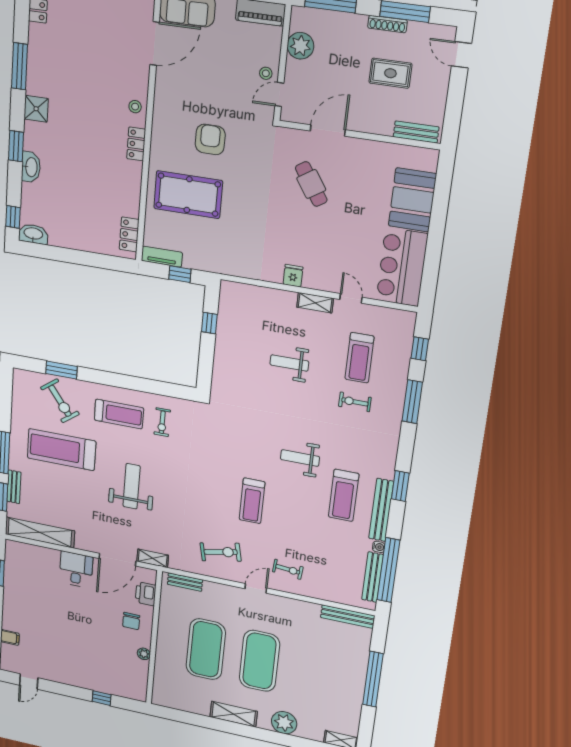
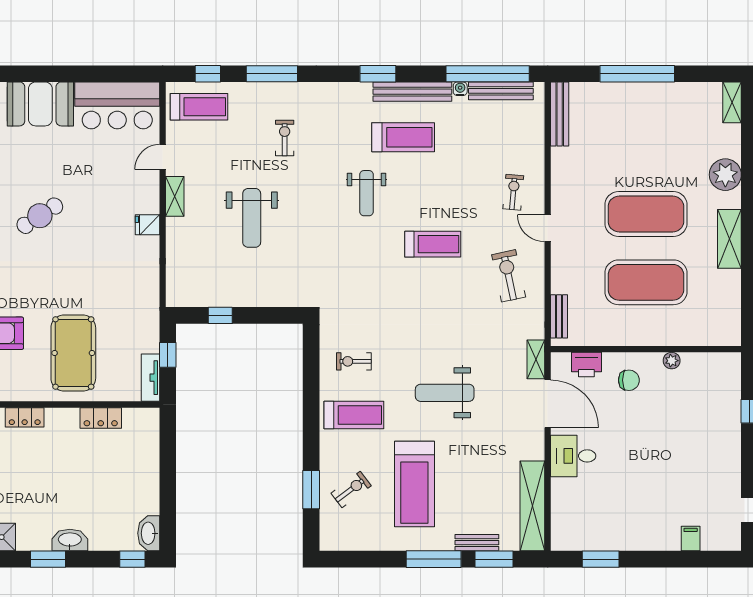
locker: (129, 234) -> (101, 418), moved
treadmill: (359, 358) -> (199, 107), moved
weight bench: (289, 363) -> (252, 218), width x1.36, depth x1.33
exercise bike: (60, 401) -> (351, 489), width x0.73, depth x0.72
exercise bike: (355, 402) -> (285, 138), turned 180
treadmill: (119, 414) -> (354, 415), turned 90
exercise bike: (162, 422) -> (354, 361), turned 180

